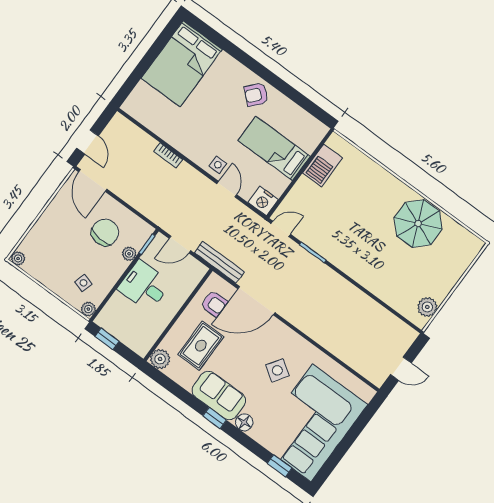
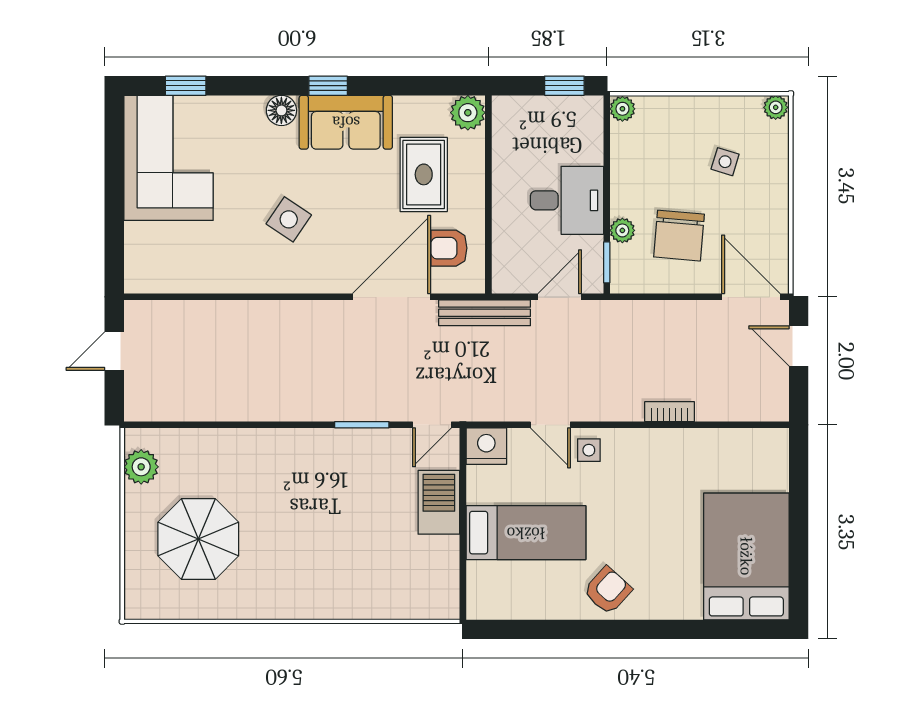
barbecue: (323, 165) -> (439, 502), moved
parasol: (418, 224) -> (198, 539), moved
side table: (83, 283) -> (725, 162), moved
corner sofa: (312, 423) -> (168, 158), width x0.73, depth x0.74

